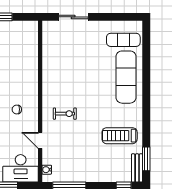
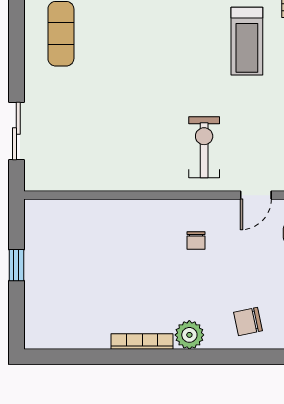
exercise mat: (126, 77) -> (133, 29), removed
exercise bike: (65, 114) -> (204, 147), width x1.38, depth x1.39

